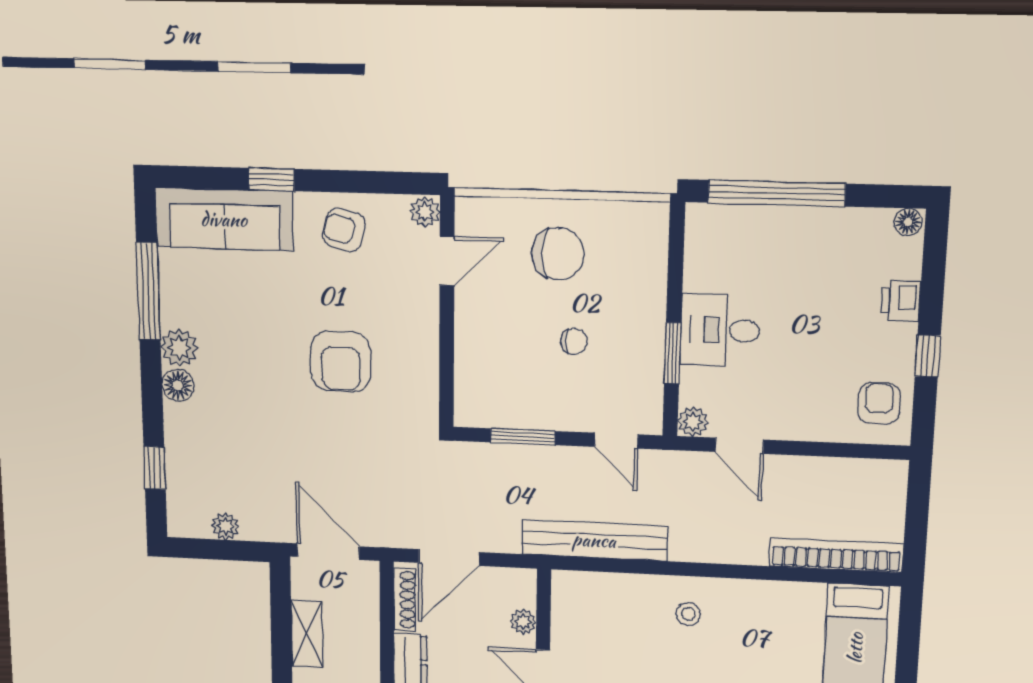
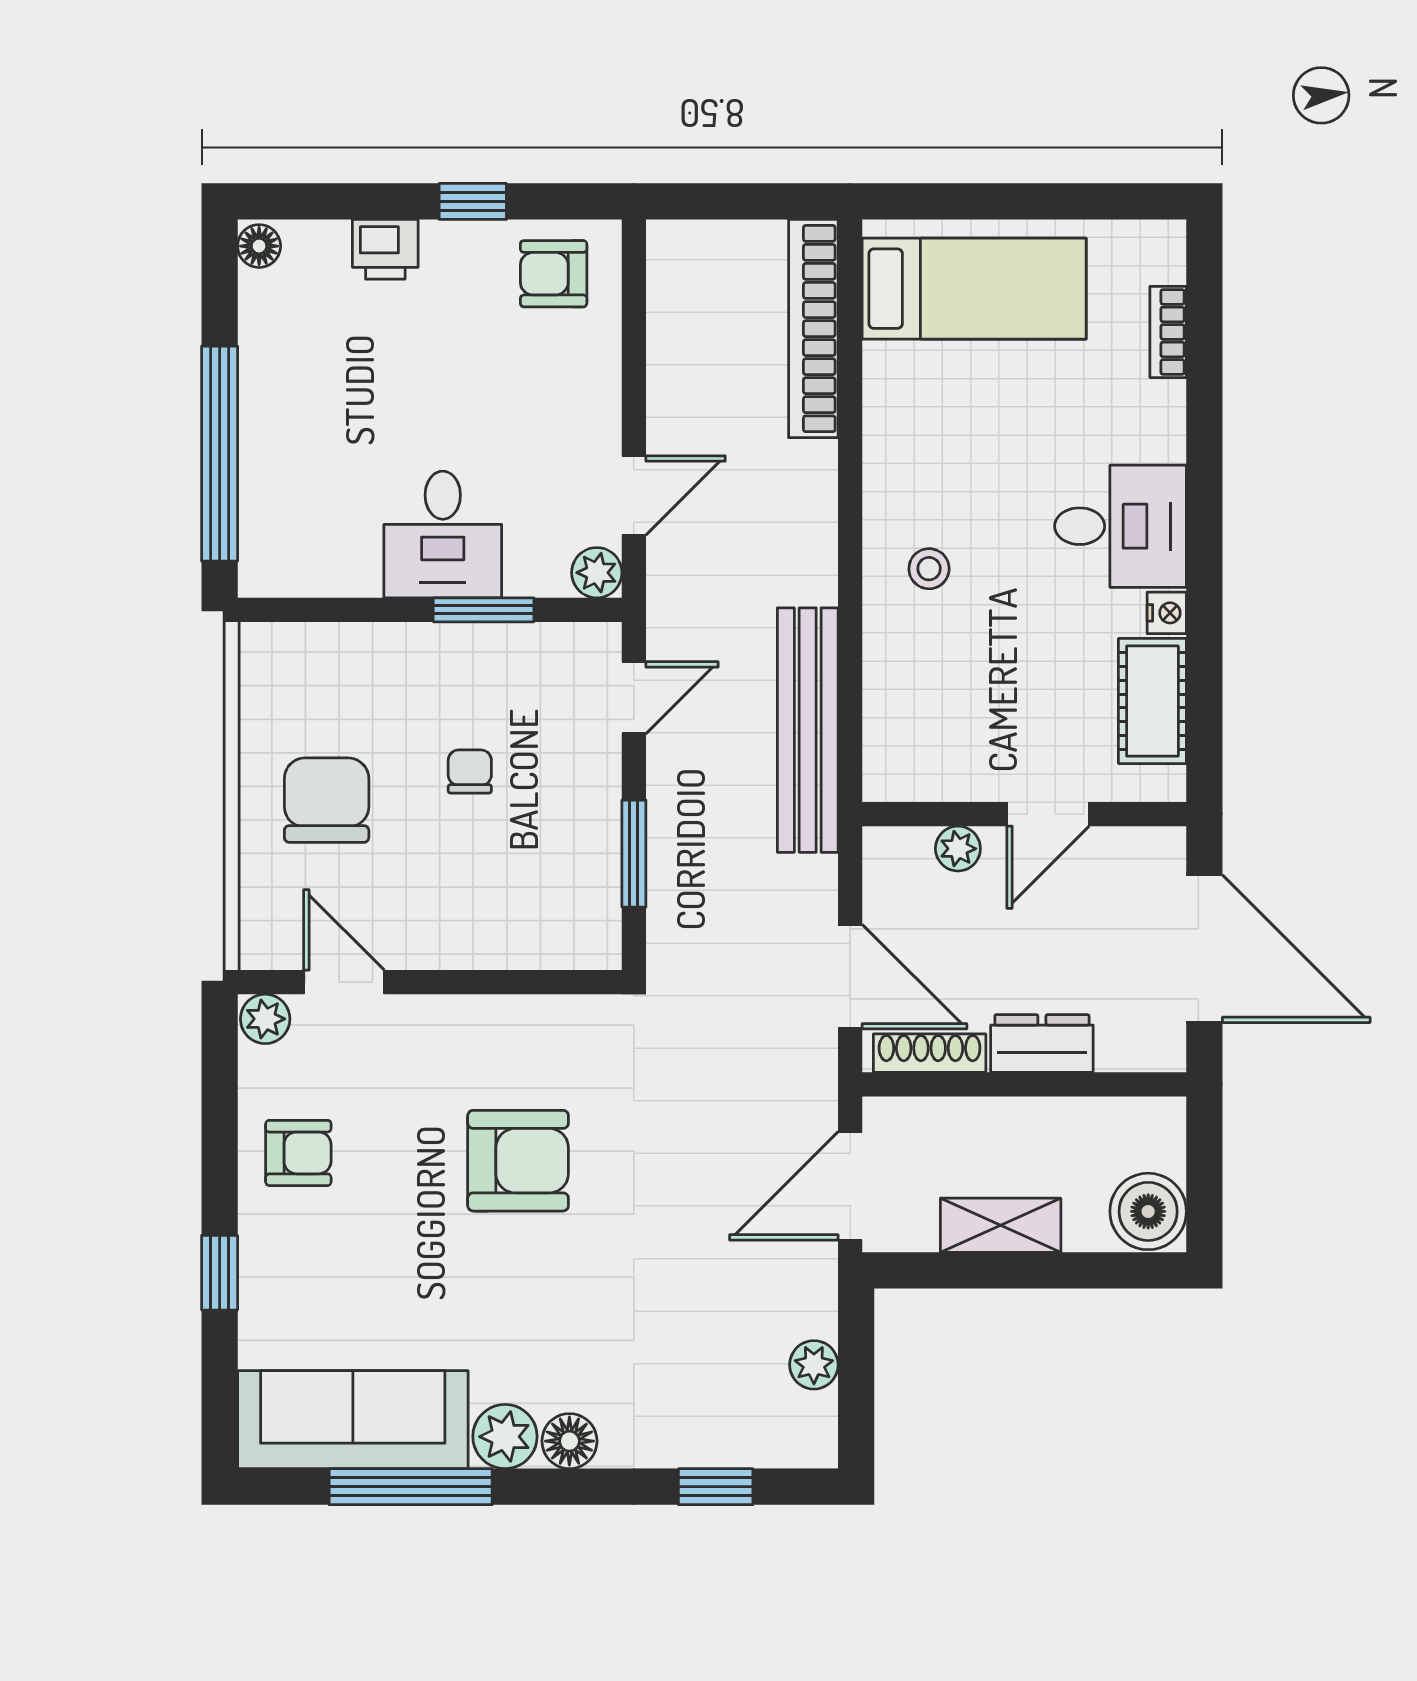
sofa: (224, 219) -> (353, 1420), moved, turned -90
armchair: (344, 230) -> (298, 1153), turned -105

